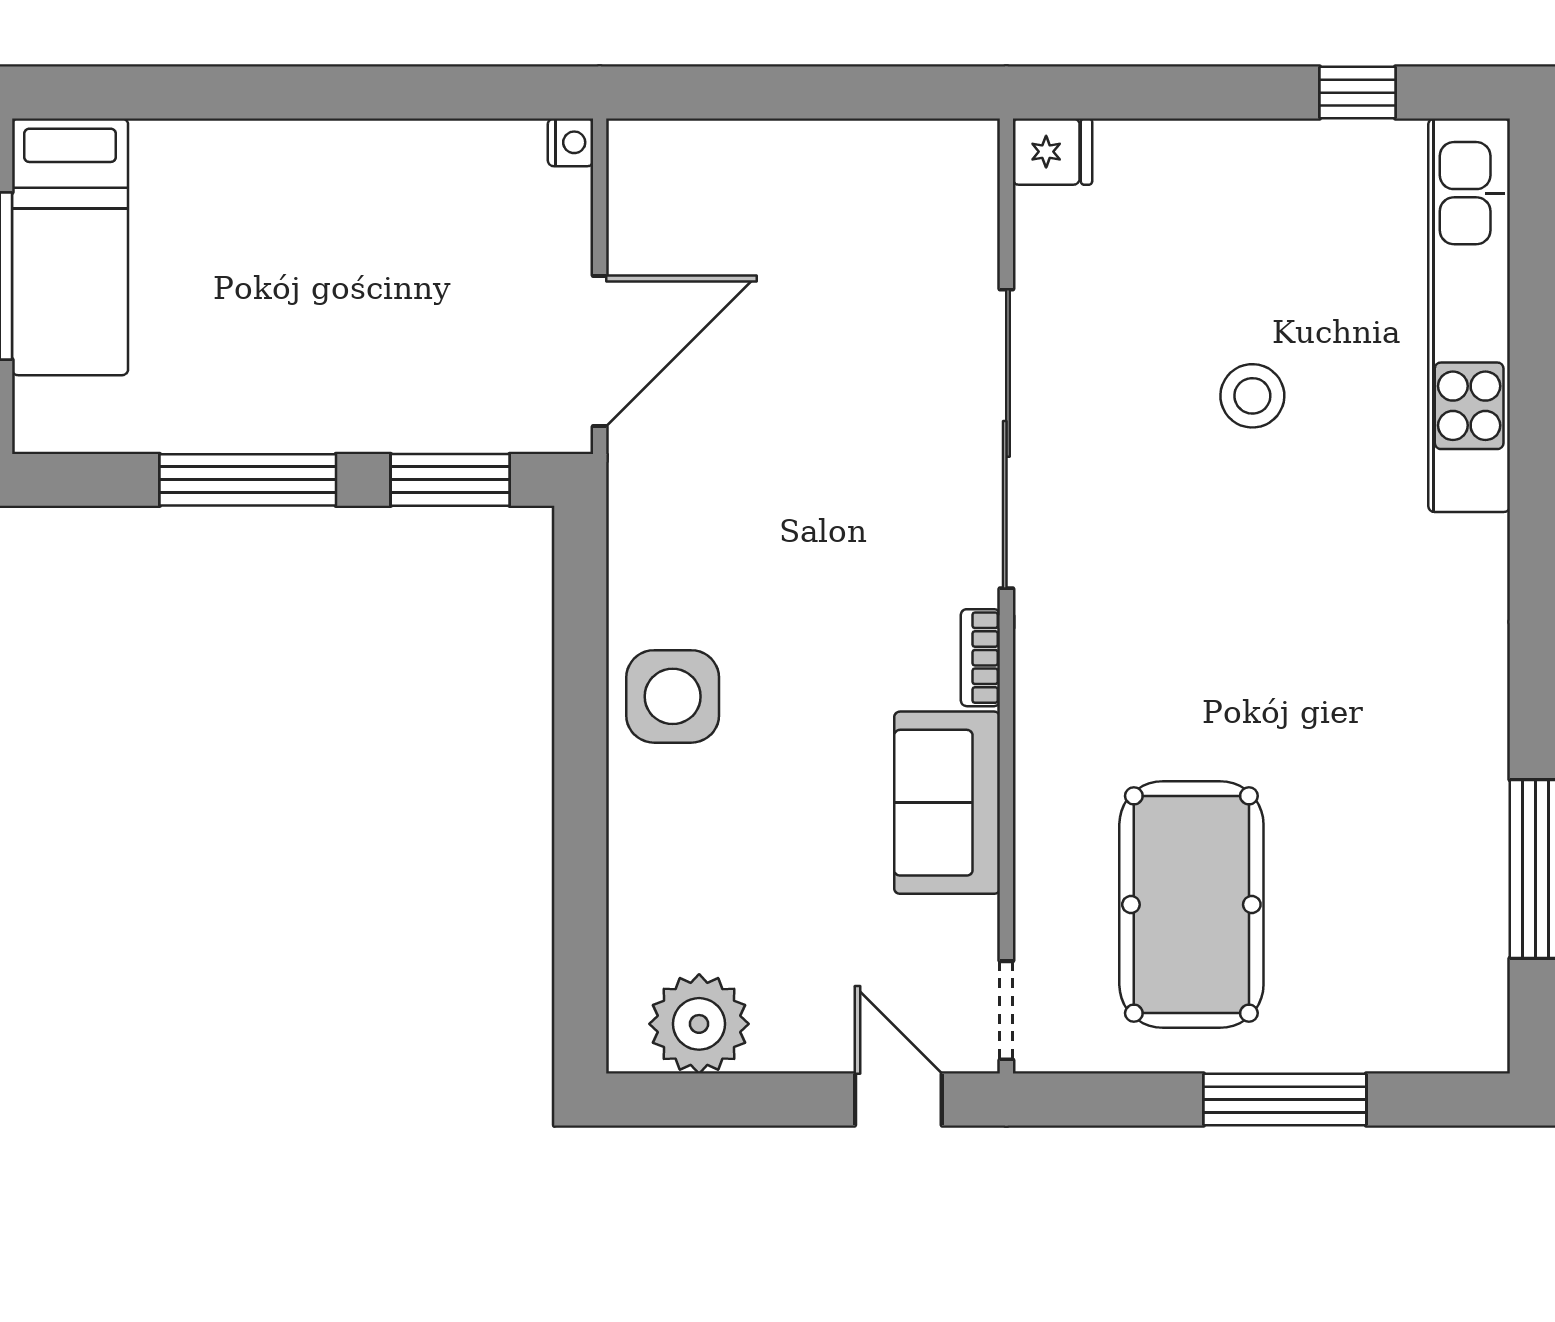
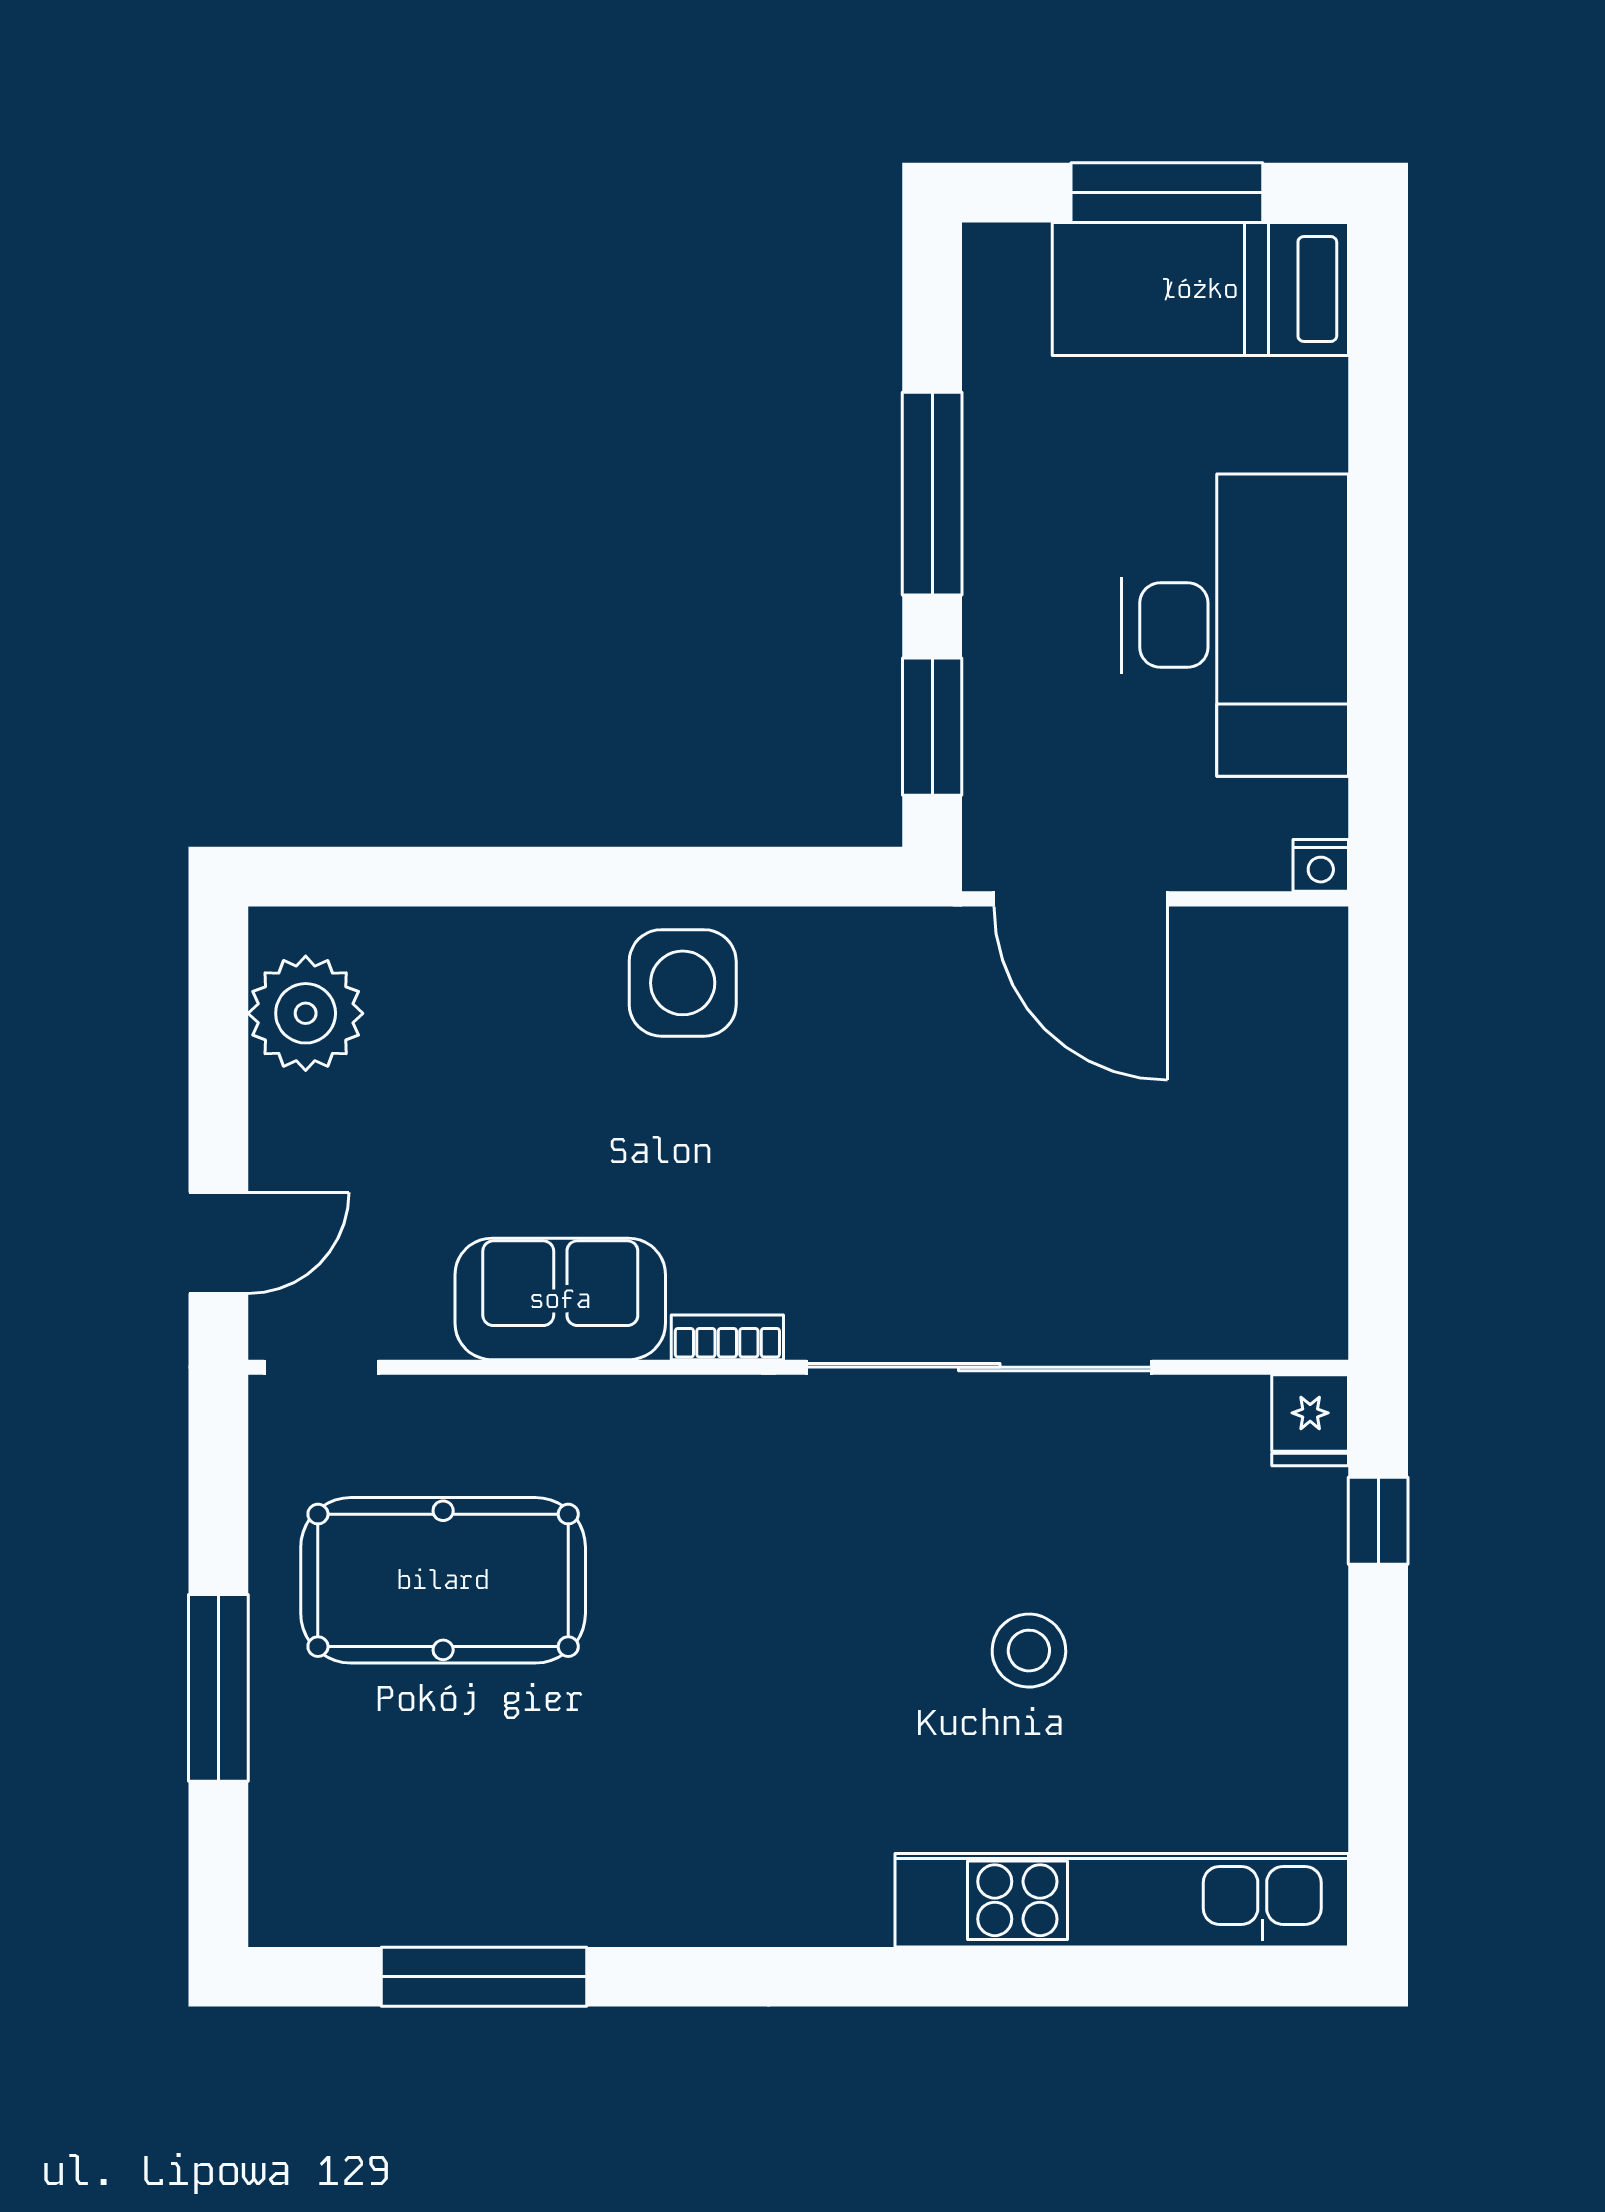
window: (1357, 93) -> (1378, 1521), moved
desk: (362, 217) -> (1235, 625), added

